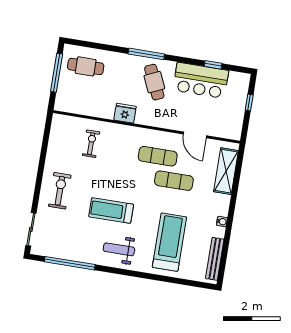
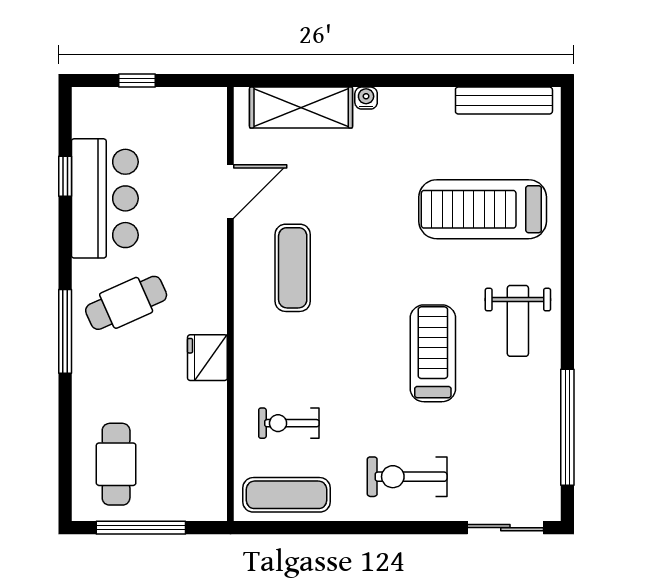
exercise mat: (174, 181) -> (286, 495), moved, turned 90
treadmill: (111, 210) -> (433, 353), turned 180
water cooler: (222, 222) -> (366, 98), moved

